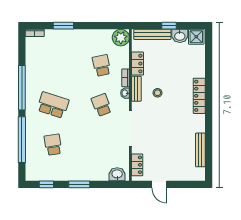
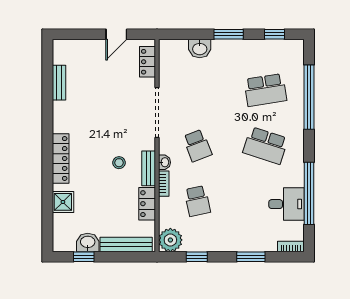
window: (102, 26) -> (197, 257), added
window: (169, 26) -> (84, 257), moved
shower: (196, 37) -> (63, 202), moved
desk: (38, 63) -> (287, 204), added
window: (22, 88) -> (309, 193), moved
school desk: (53, 145) -> (265, 90), width x1.85
bench: (200, 150) -> (59, 83), width x0.73
washbasin: (117, 174) -> (200, 49), moved
door: (159, 184) -> (116, 34), swing flipped

